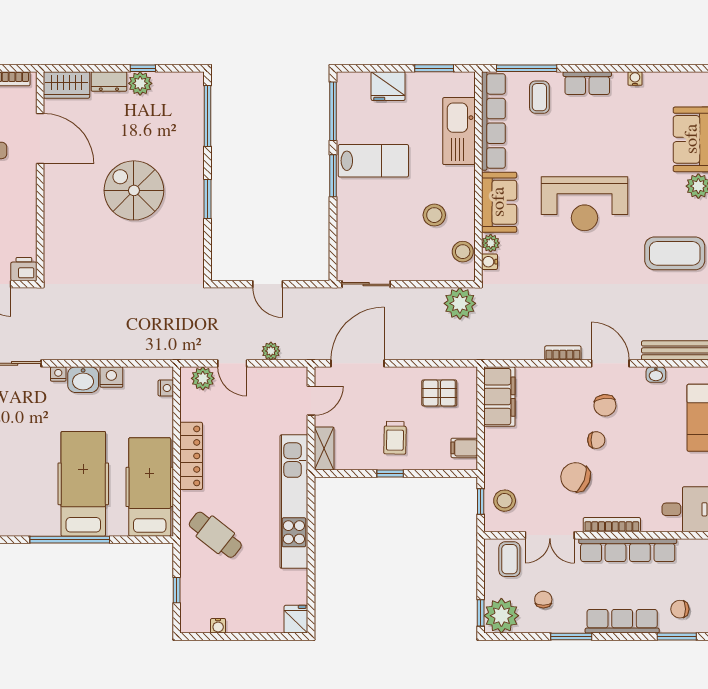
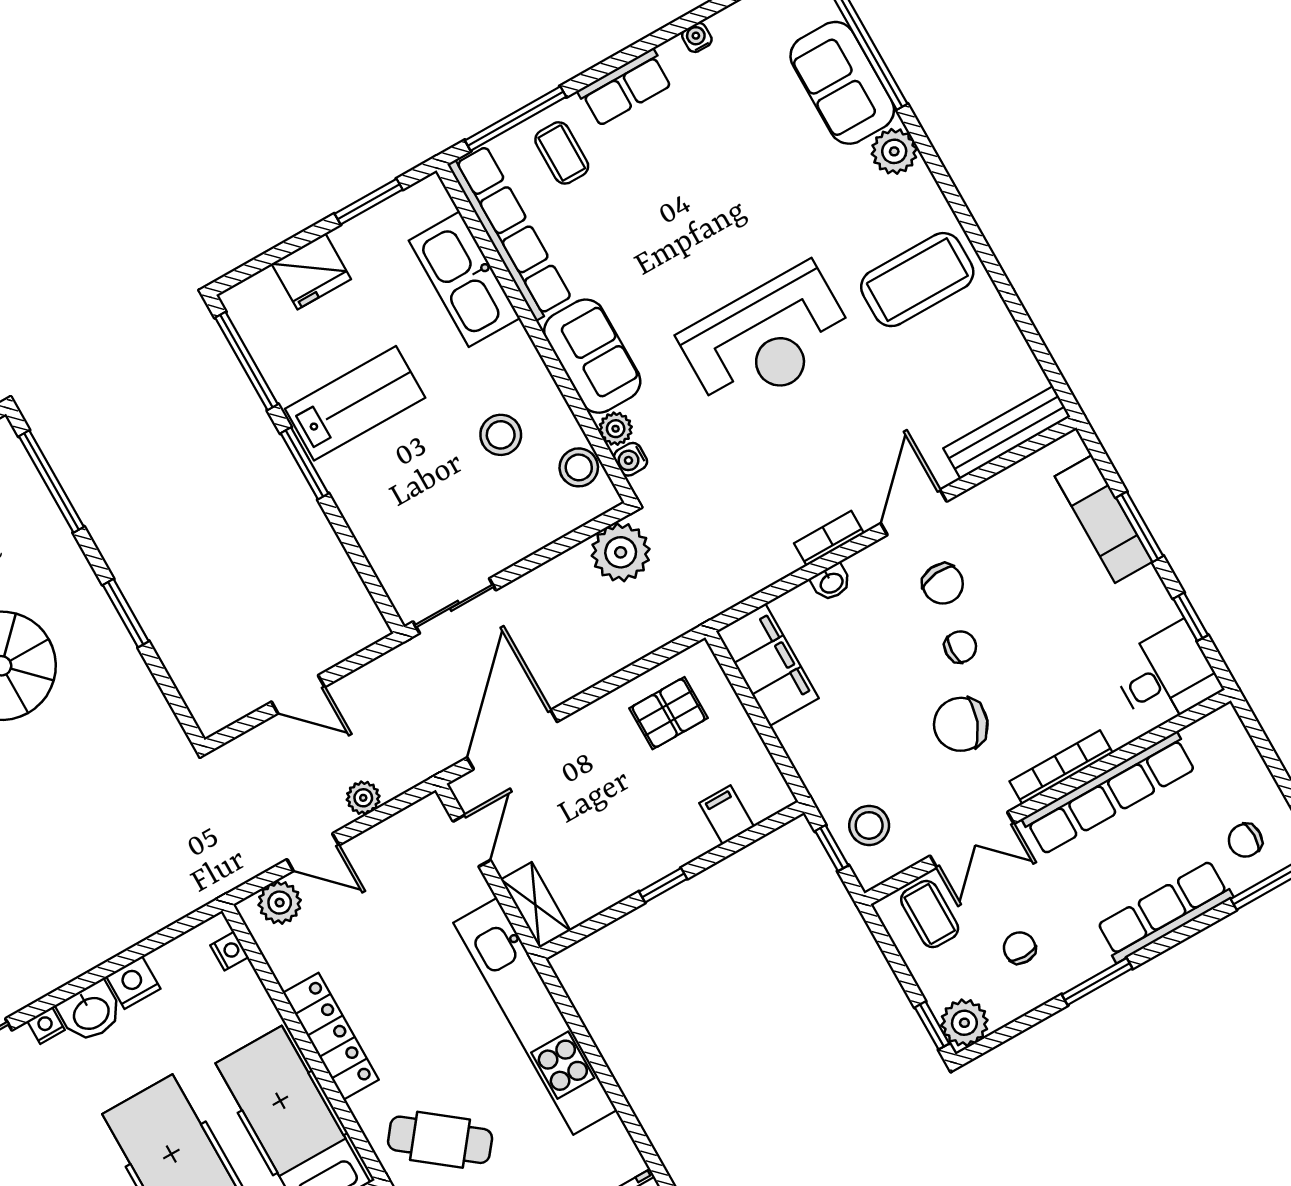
reception desk: (584, 204) -> (767, 339), moved
door: (610, 363) -> (914, 512), hinge flipped
washbasin: (656, 375) -> (831, 582), moved
trolley: (395, 438) -> (639, 824), removed
filing cabinet: (464, 448) -> (727, 815), moved, turned 90
plant: (501, 616) -> (964, 1023), width x0.73, depth x0.73

